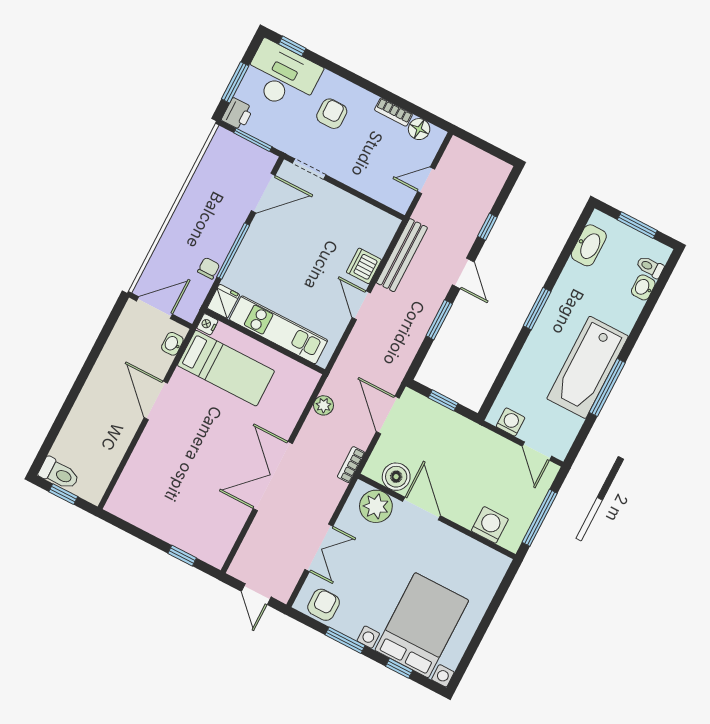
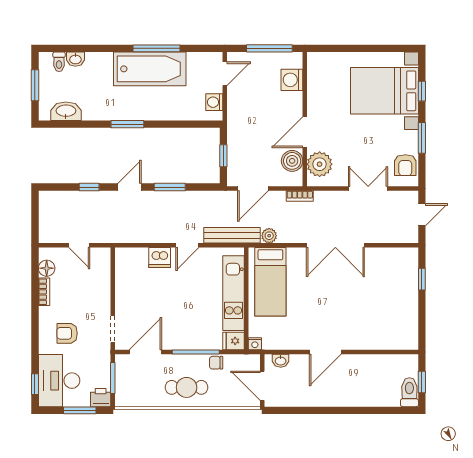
door: (263, 193) -> (145, 352), hinge flipped
cafe table: (198, 219) -> (187, 387), added
bench: (402, 255) -> (232, 235), moved
bed: (226, 368) -> (270, 282), moved, turned 180
armchair: (324, 605) -> (405, 165), turned -90

